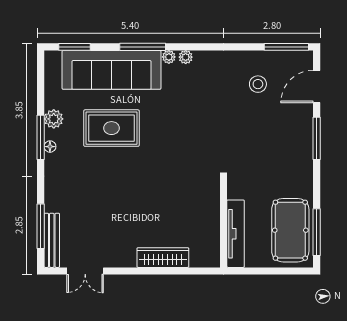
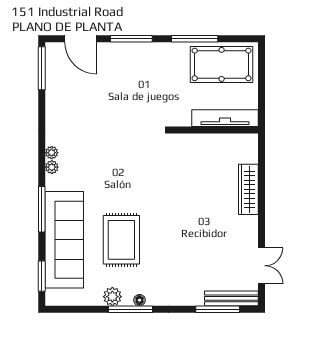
plant: (169, 57) -> (52, 153), moved
stool: (258, 84) -> (78, 96), removed
window: (317, 232) -> (195, 39), moved

